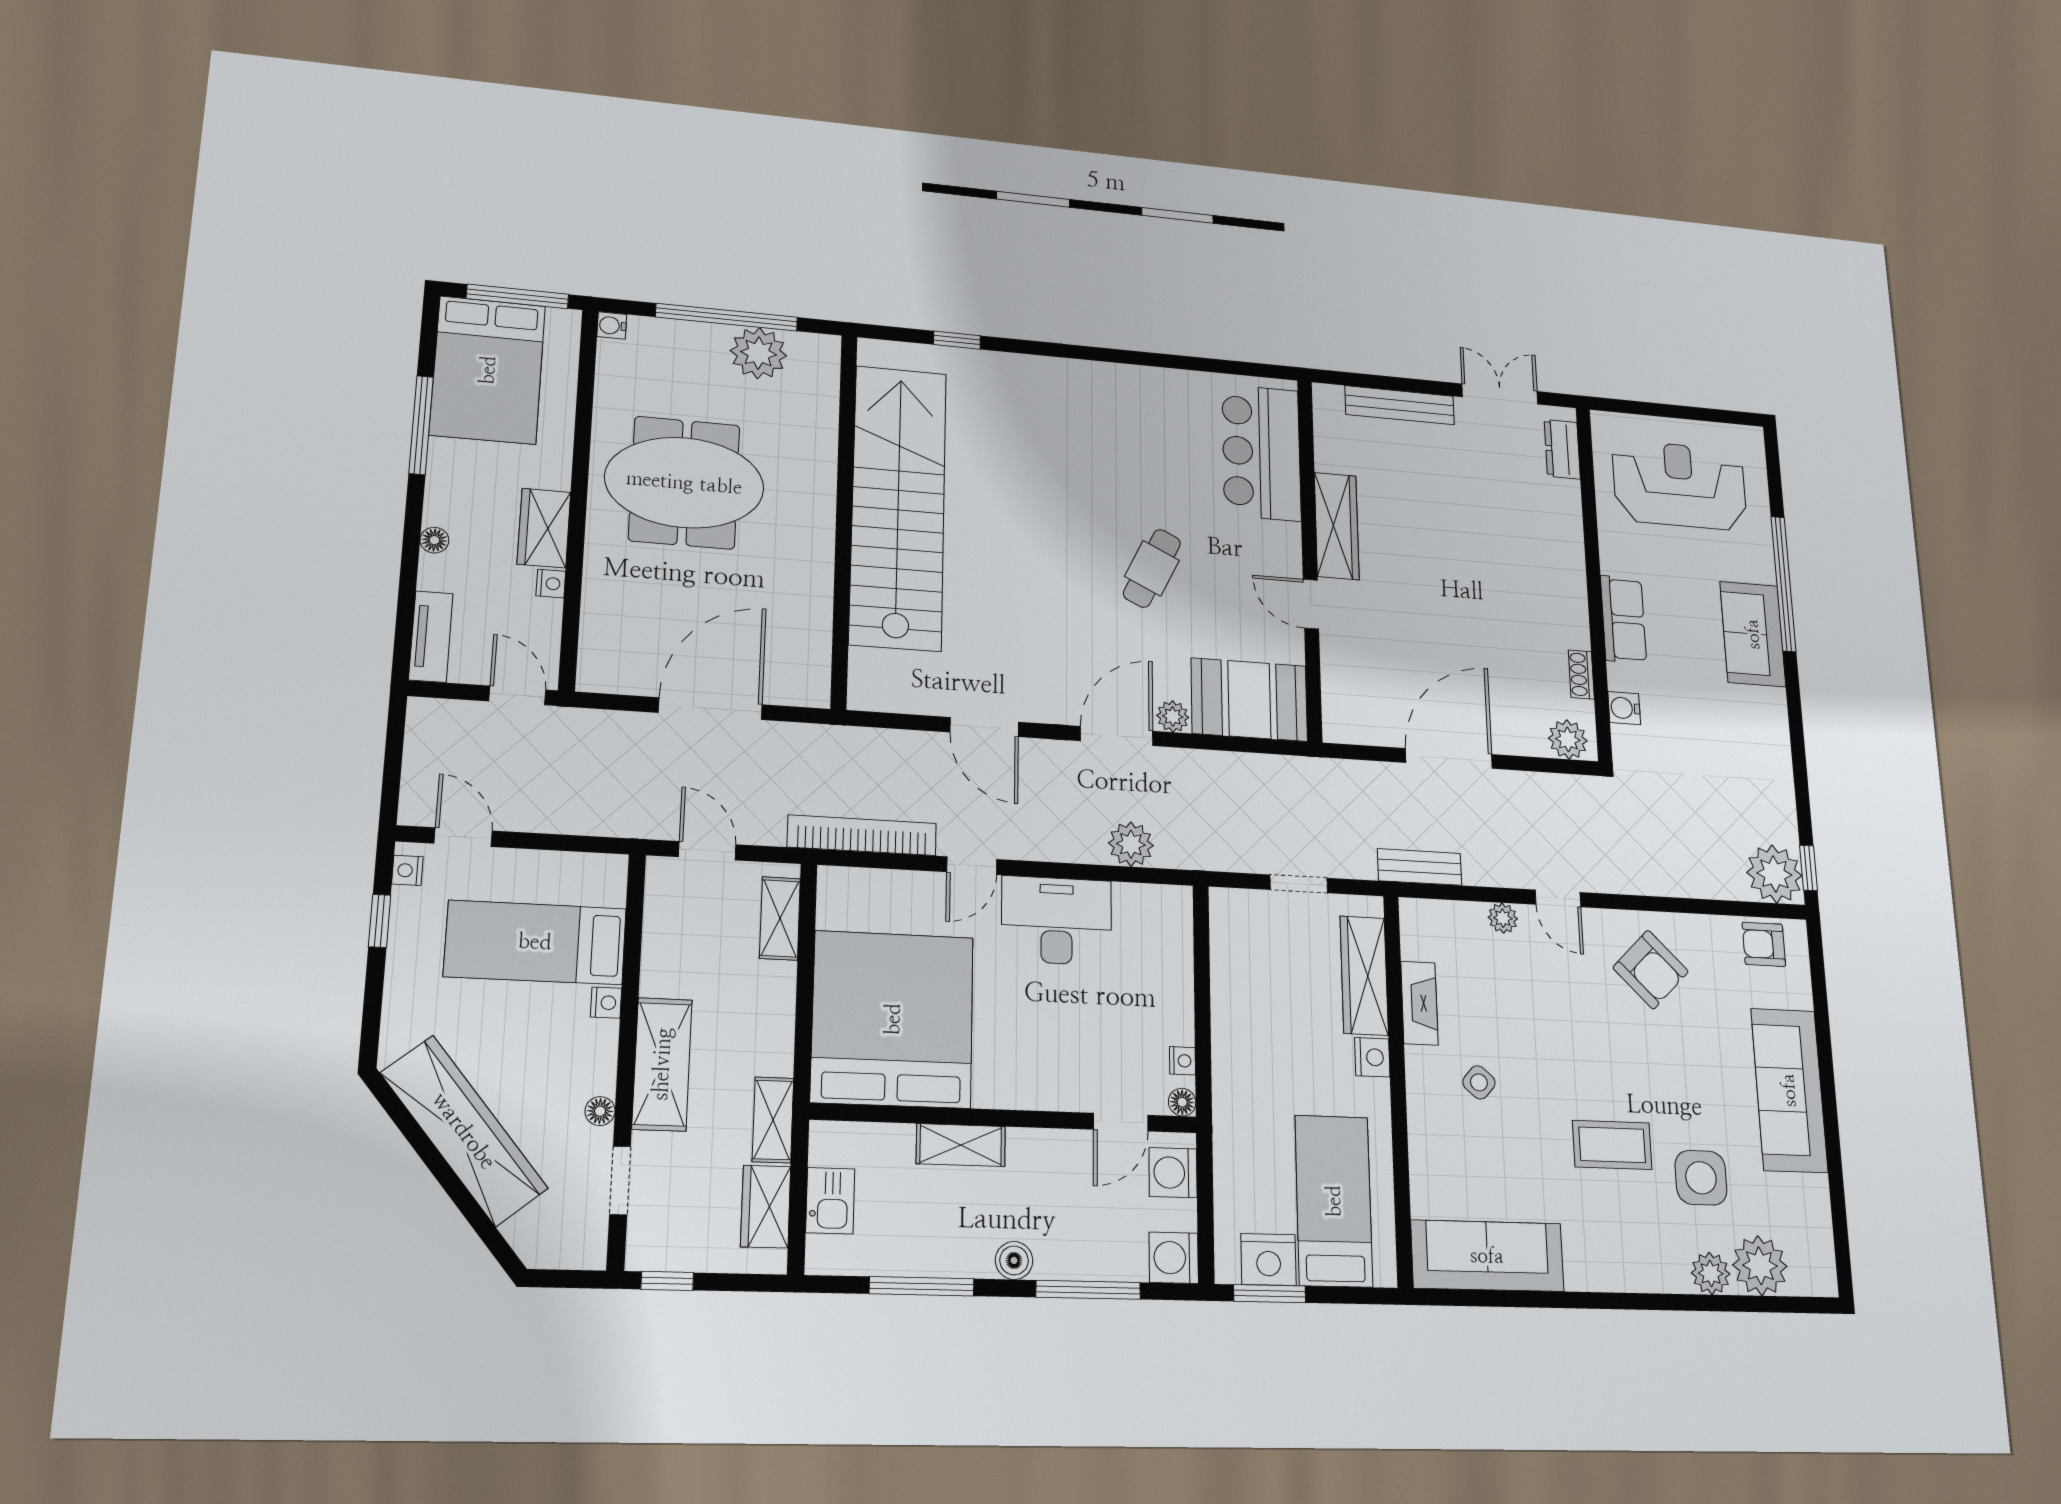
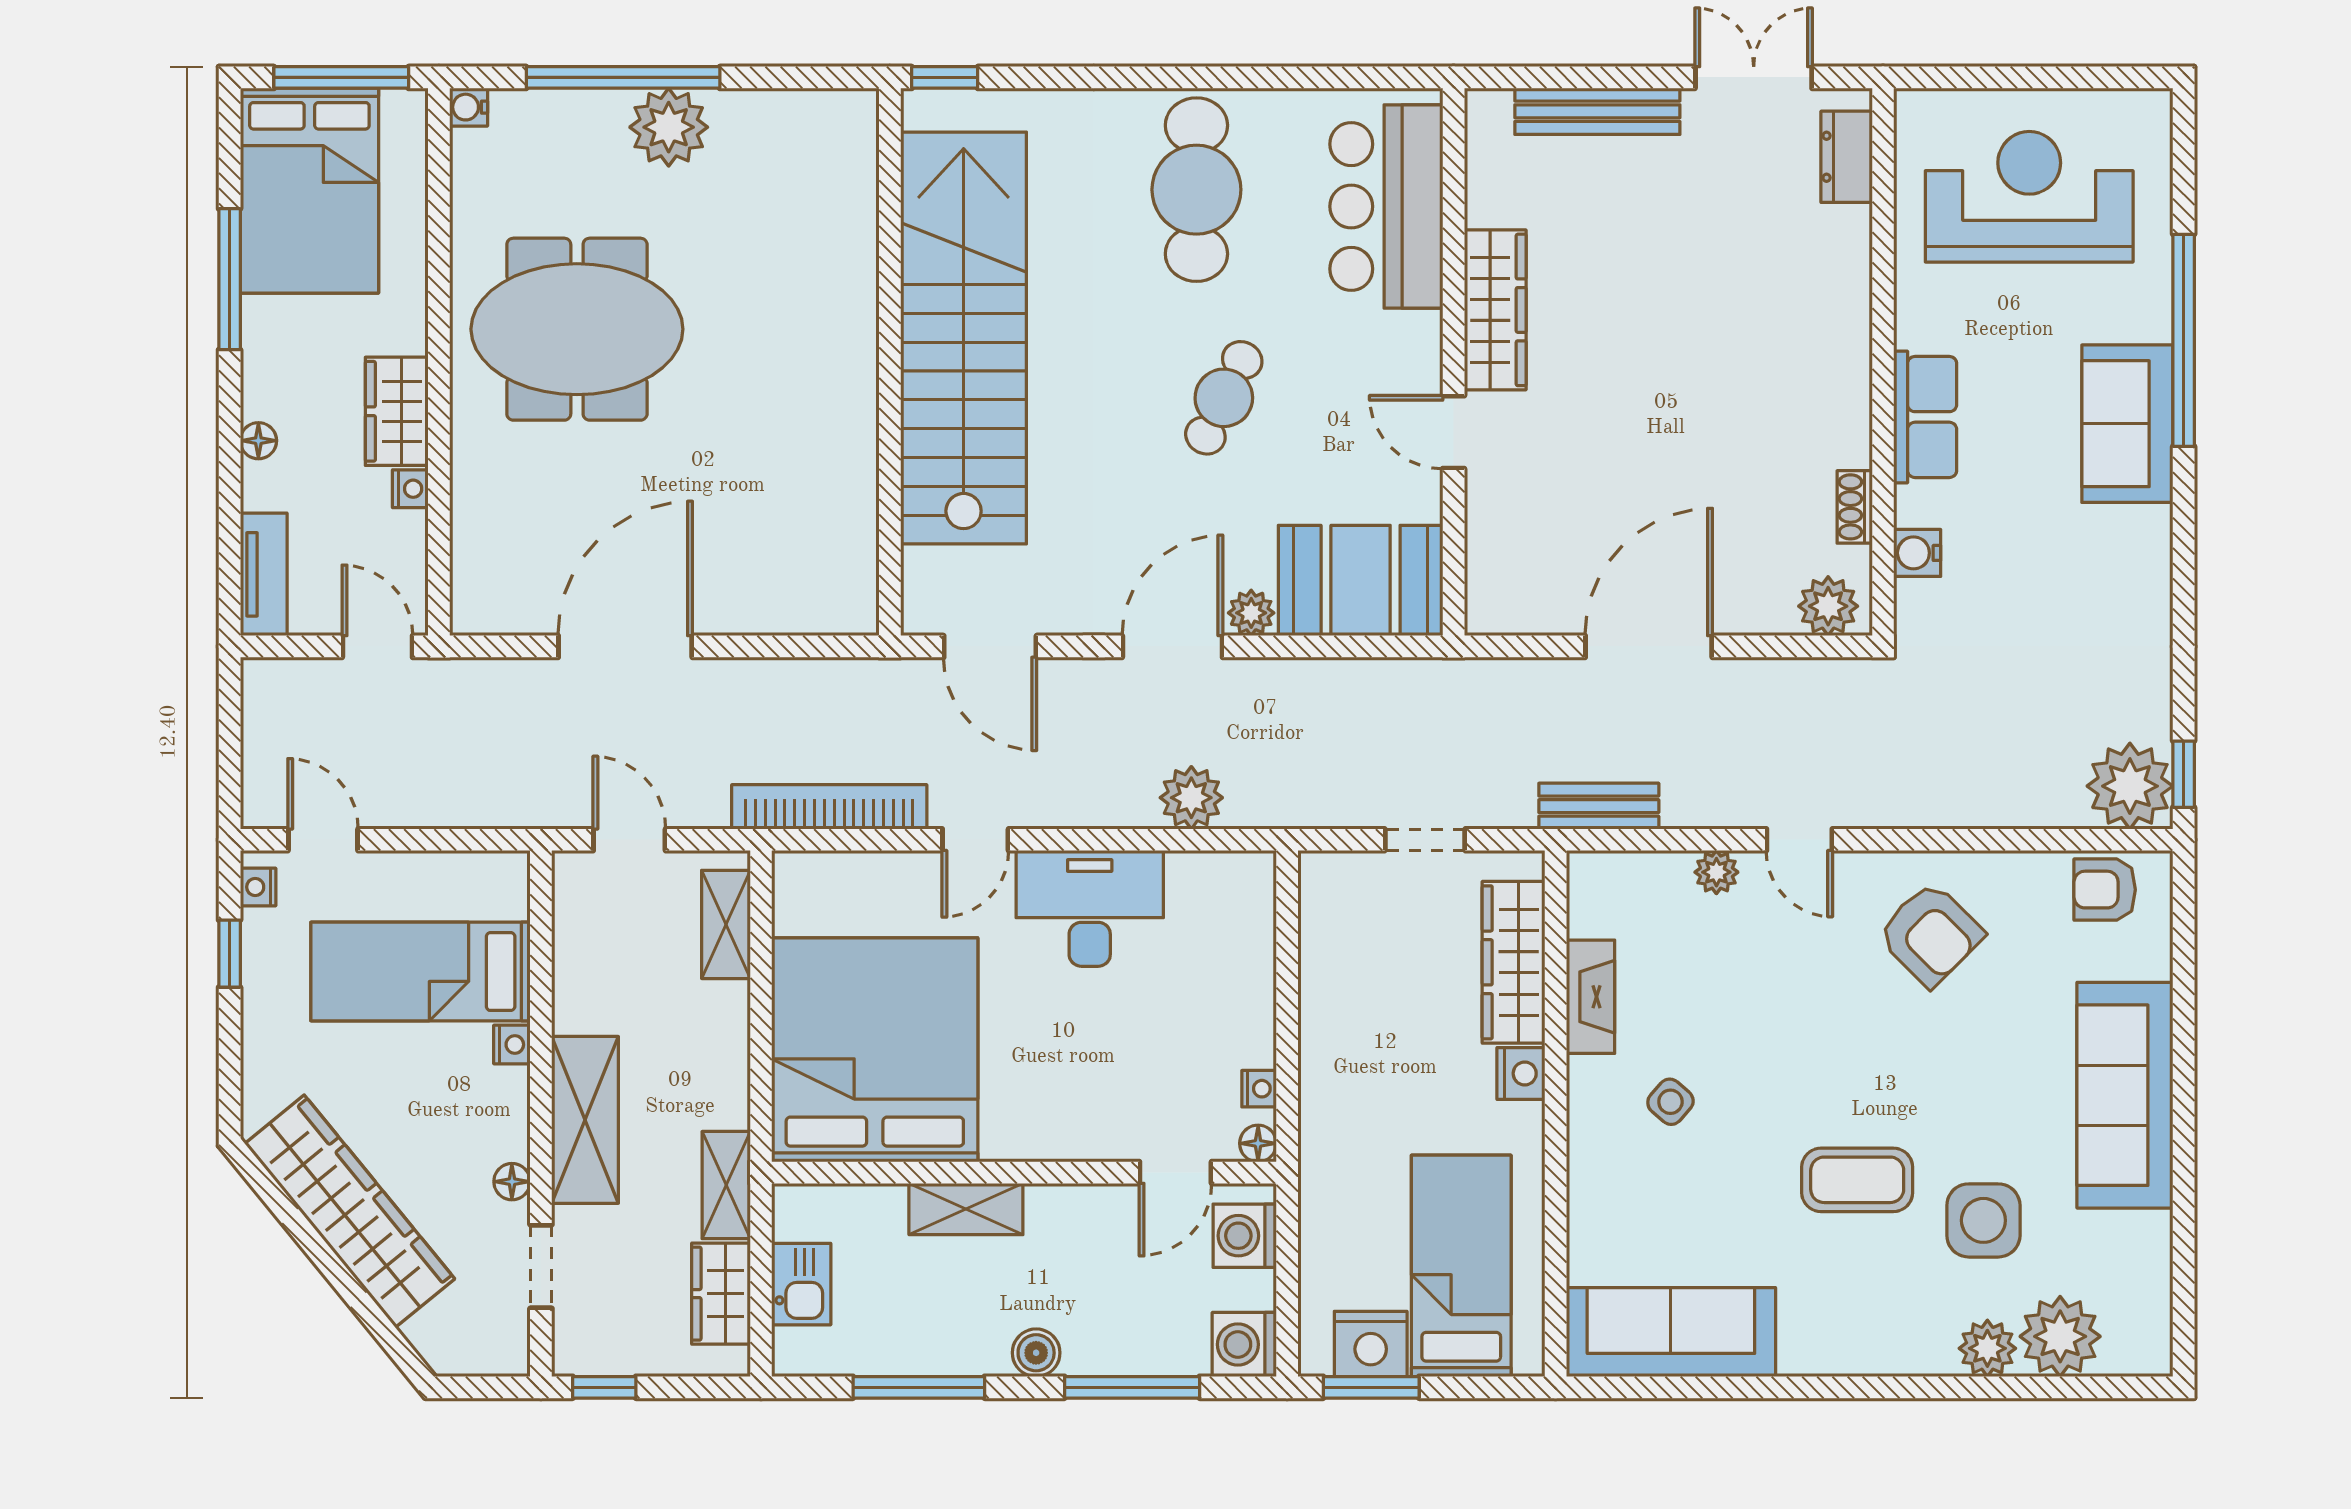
cafe table: (1132, 430) -> (1196, 190), added
stairs: (898, 507) -> (964, 338), moved
wall: (844, 519) -> (890, 362), moved

